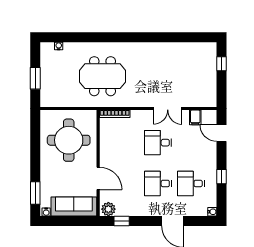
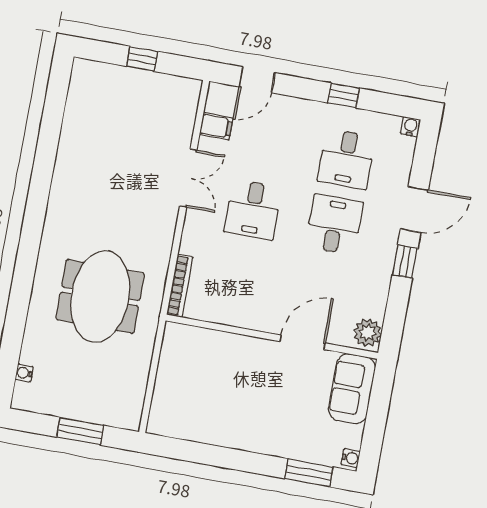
window: (221, 64) -> (142, 59), moved
round table: (69, 140) -> (216, 387), removed
desk: (158, 183) -> (334, 224), turned 180
sofa: (74, 206) -> (352, 389), width x0.73
window: (122, 221) -> (405, 262), moved

